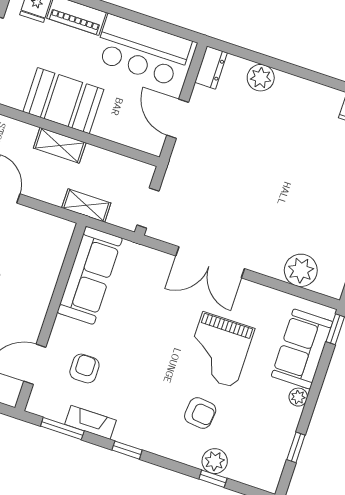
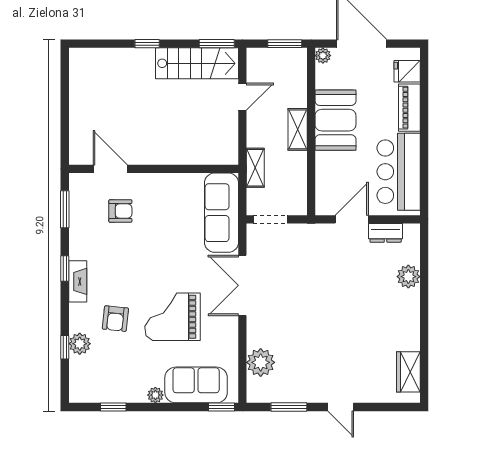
dresser: (211, 68) -> (386, 233), moved
sofa: (90, 275) -> (221, 213), moved, turned 90
fireplace: (91, 422) -> (78, 281), moved

